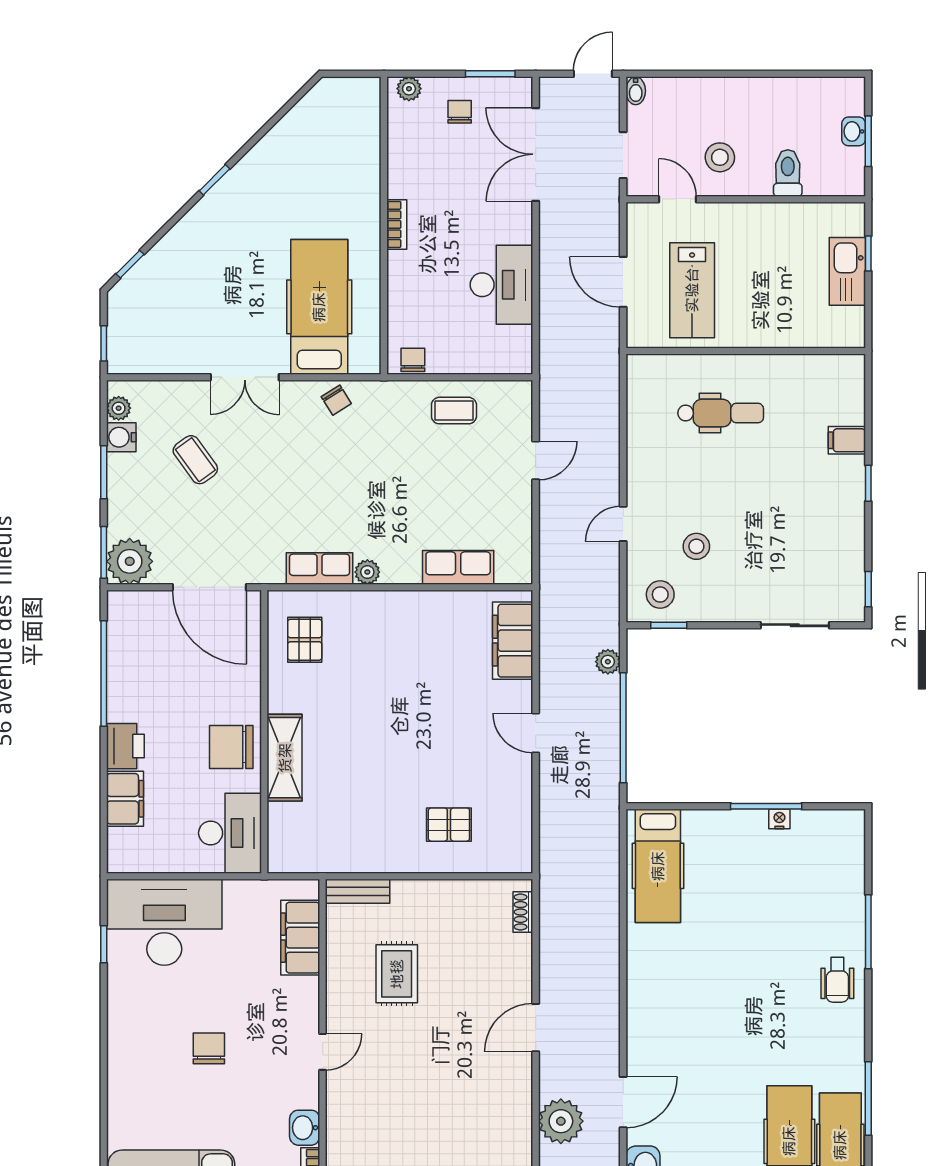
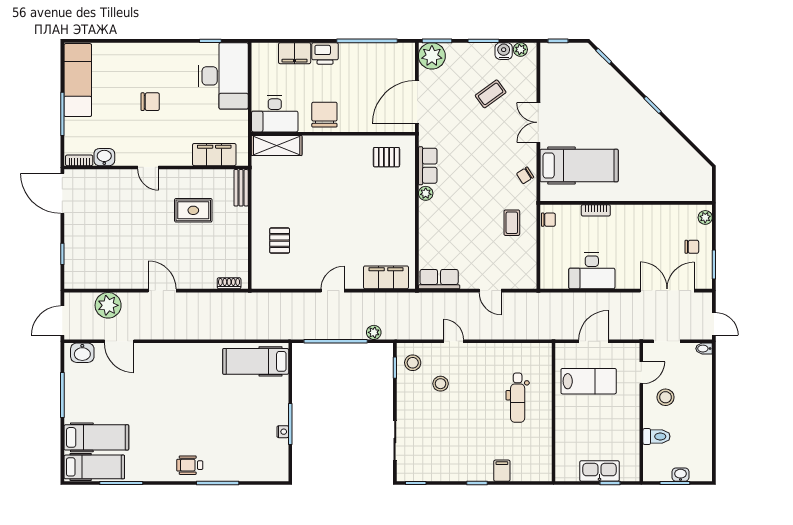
bookcase: (397, 224) -> (596, 210), moved
lab bench: (692, 290) -> (589, 381), turned 180
coffee table: (454, 411) -> (512, 223), moved
row of seats: (458, 567) -> (439, 279), moved, turned -90
shelving: (285, 758) -> (277, 145), moved

